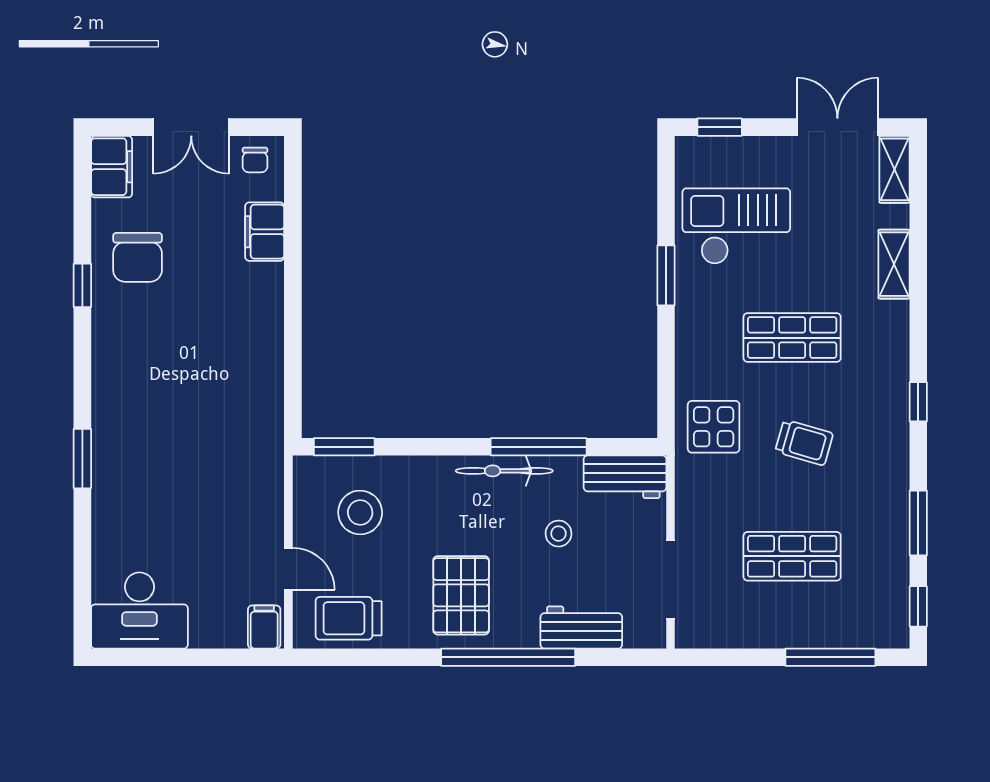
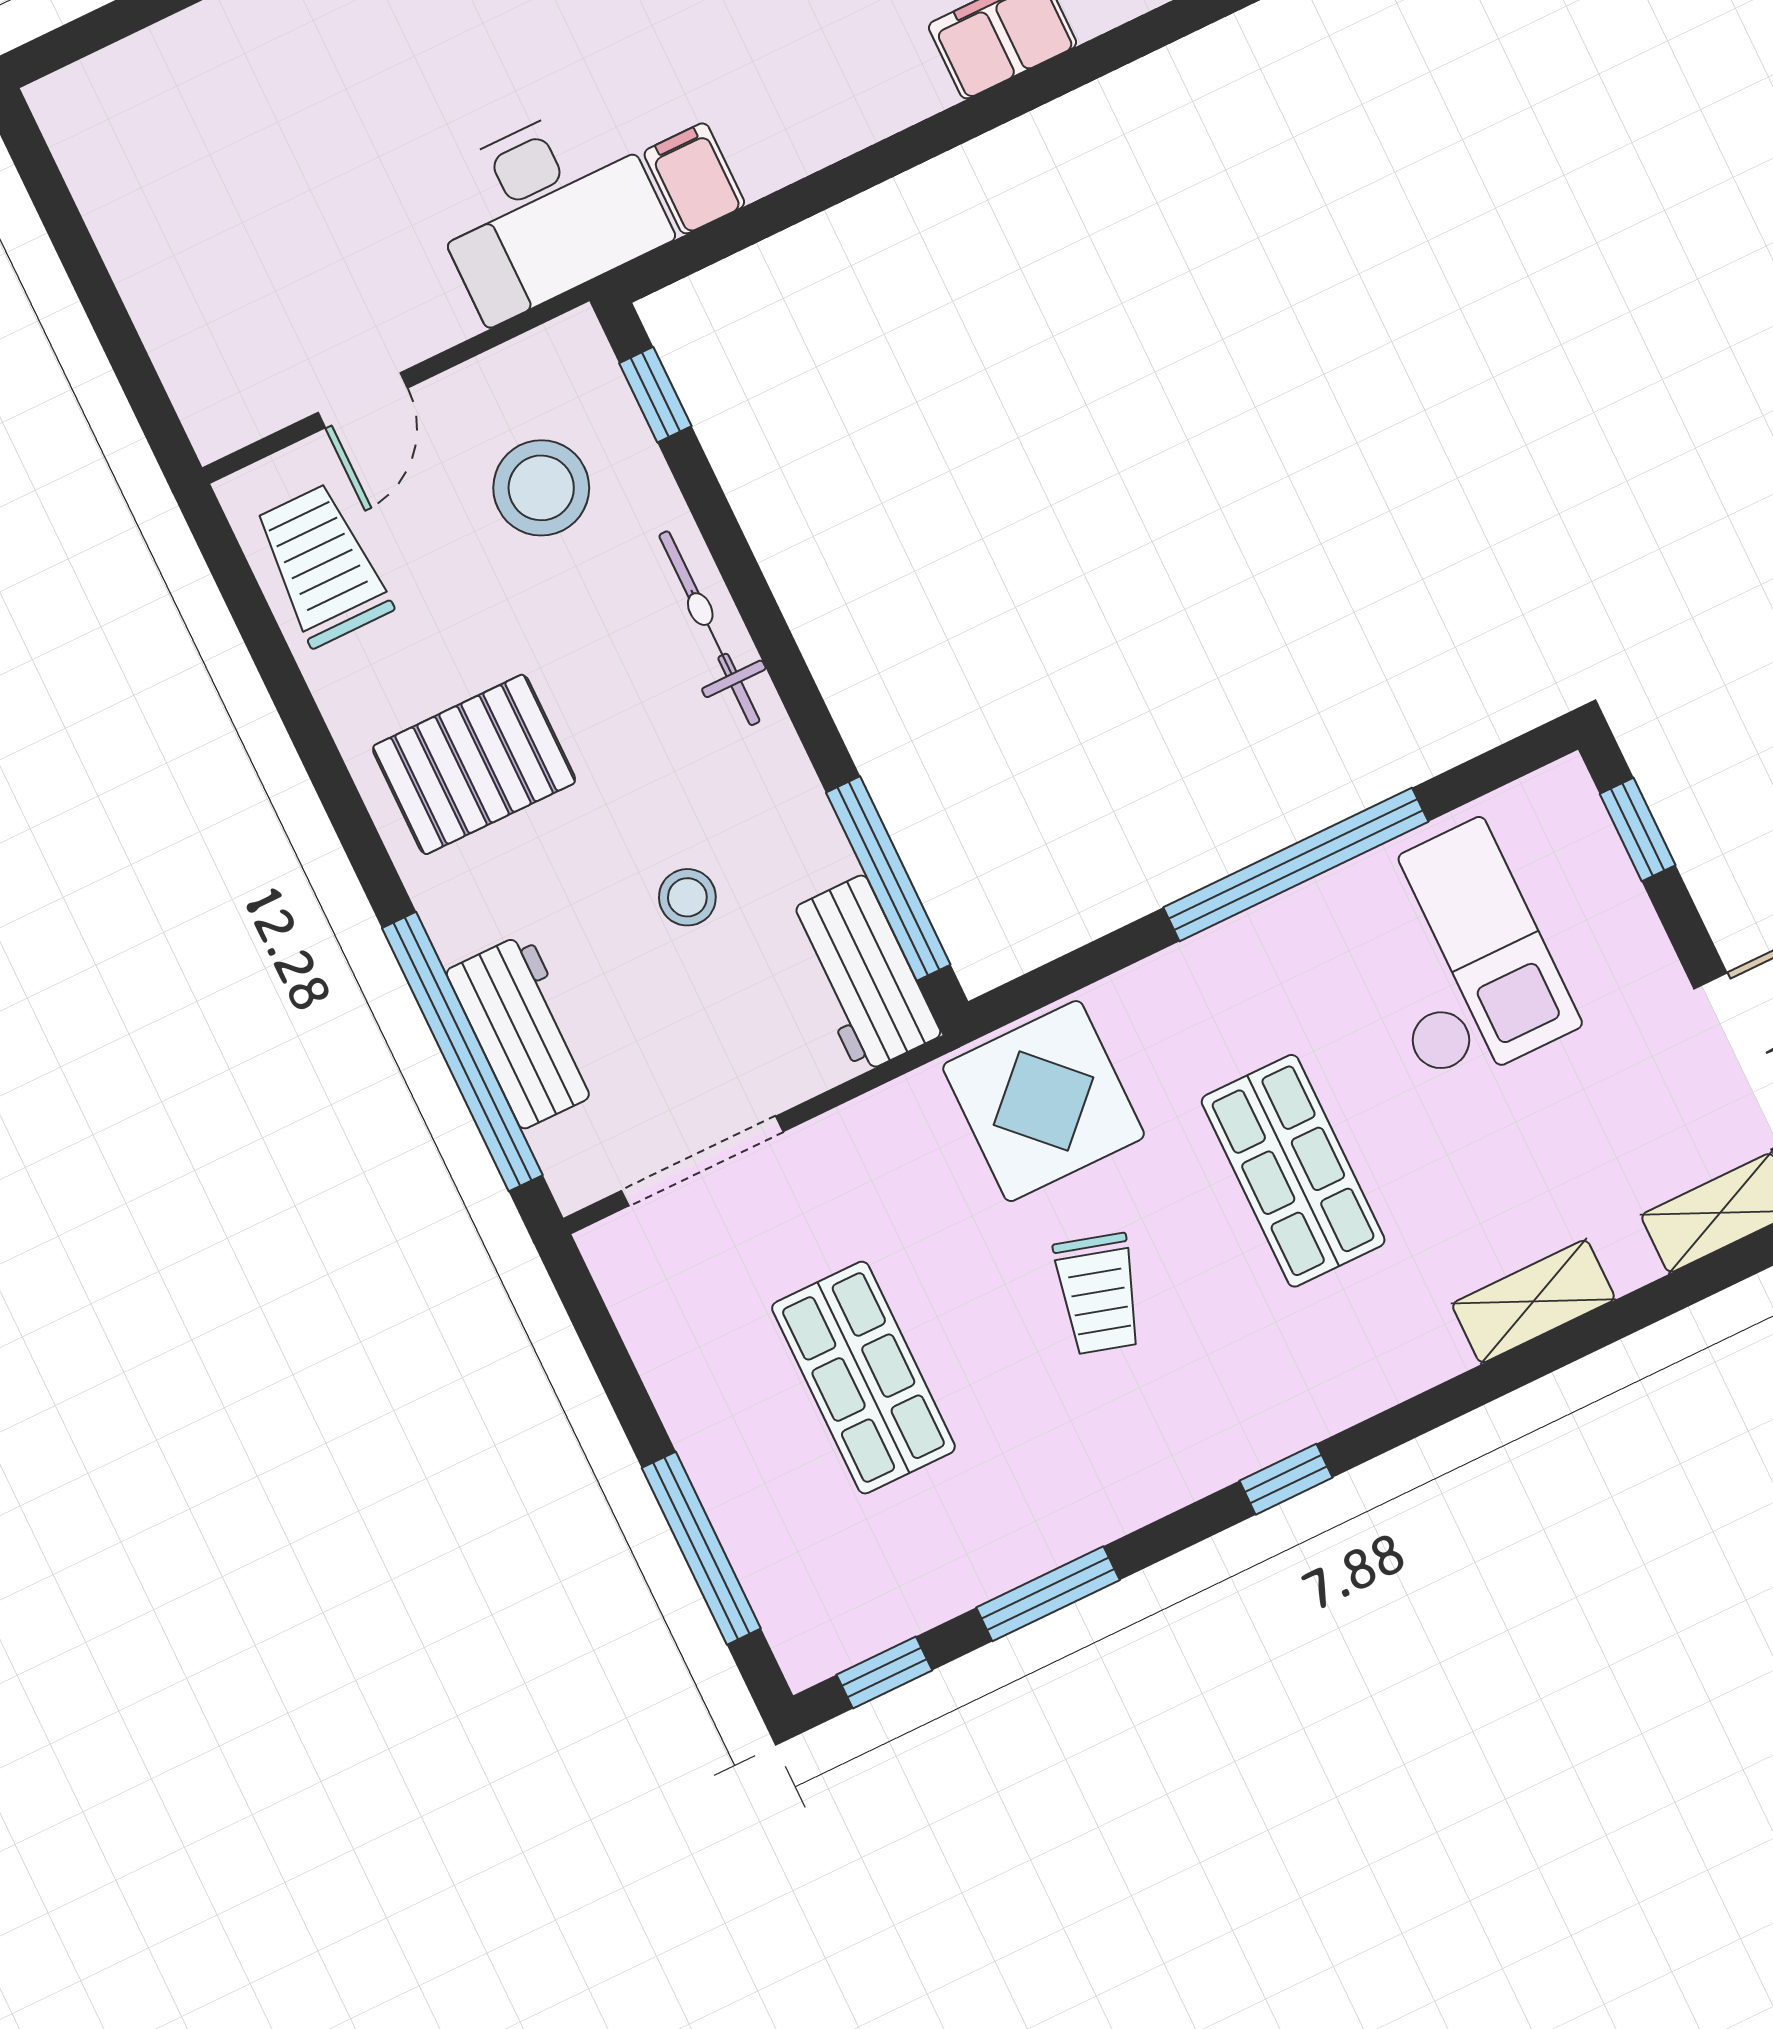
window: (666, 275) -> (1296, 864), width x2.11
display table: (714, 427) -> (1044, 1101), width x1.36, depth x1.36
window: (344, 447) -> (655, 395), width x0.67
window: (539, 447) -> (888, 879), moved
bicycle: (504, 471) -> (709, 628), moved
desk: (139, 611) -> (546, 210), moved, turned -90
filing cabinet: (264, 627) -> (694, 178), moved, turned -90
window: (508, 657) -> (462, 1052), moved

